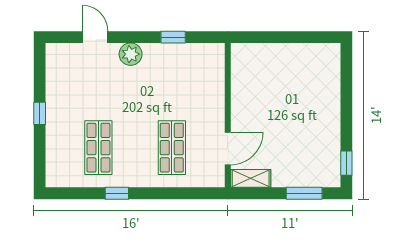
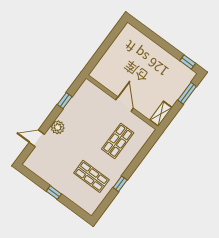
shop shelf: (172, 148) -> (118, 141), turned 90
door: (228, 148) -> (124, 104), moved

